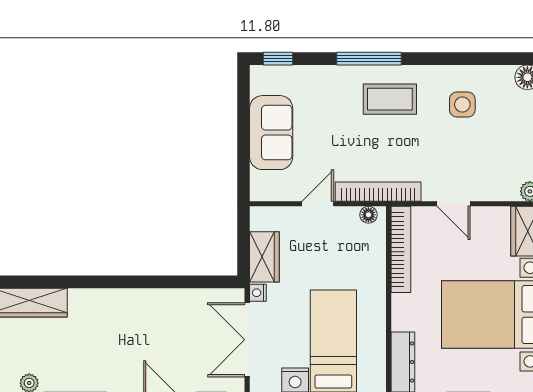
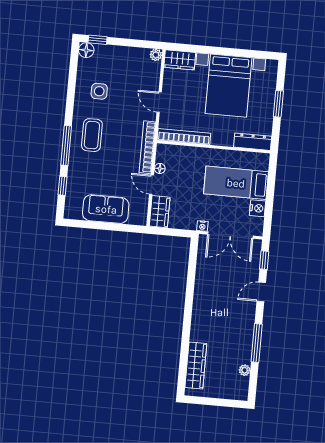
window: (278, 59) -> (63, 186), moved
door: (453, 204) -> (159, 102), swing flipped
floor lamp: (368, 215) -> (160, 169), moved
wardrobe: (264, 257) -> (160, 212), moved, turned 90

